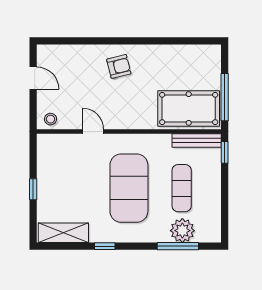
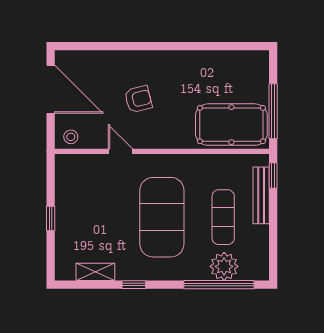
armchair: (119, 66) -> (138, 99), moved
door: (33, 78) -> (51, 89), width x1.87
bench: (197, 140) -> (261, 195), moved, turned 90
shelving: (63, 233) -> (95, 272), width x0.67, depth x0.75
window: (178, 246) -> (219, 285), width x1.46

